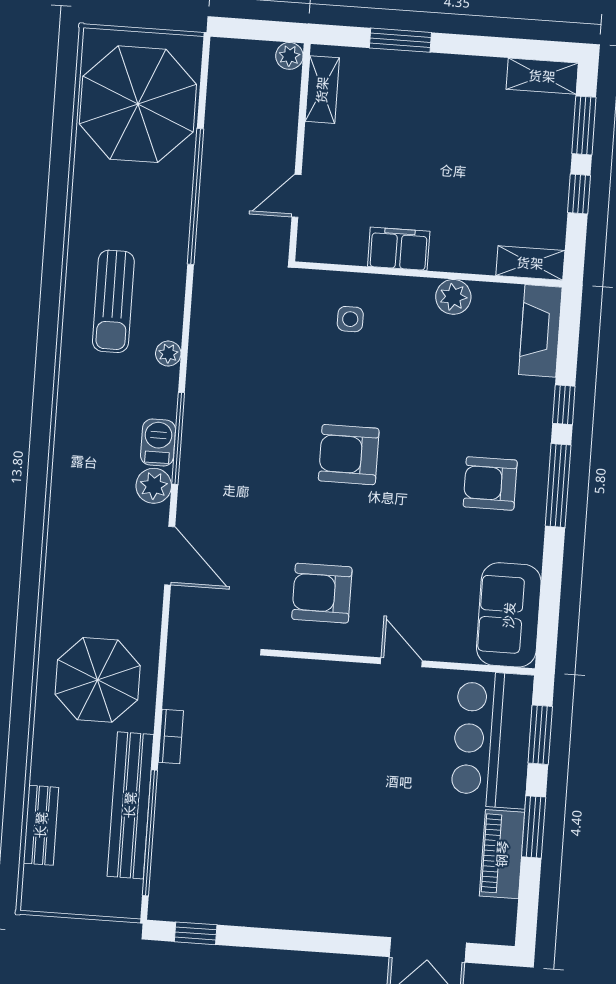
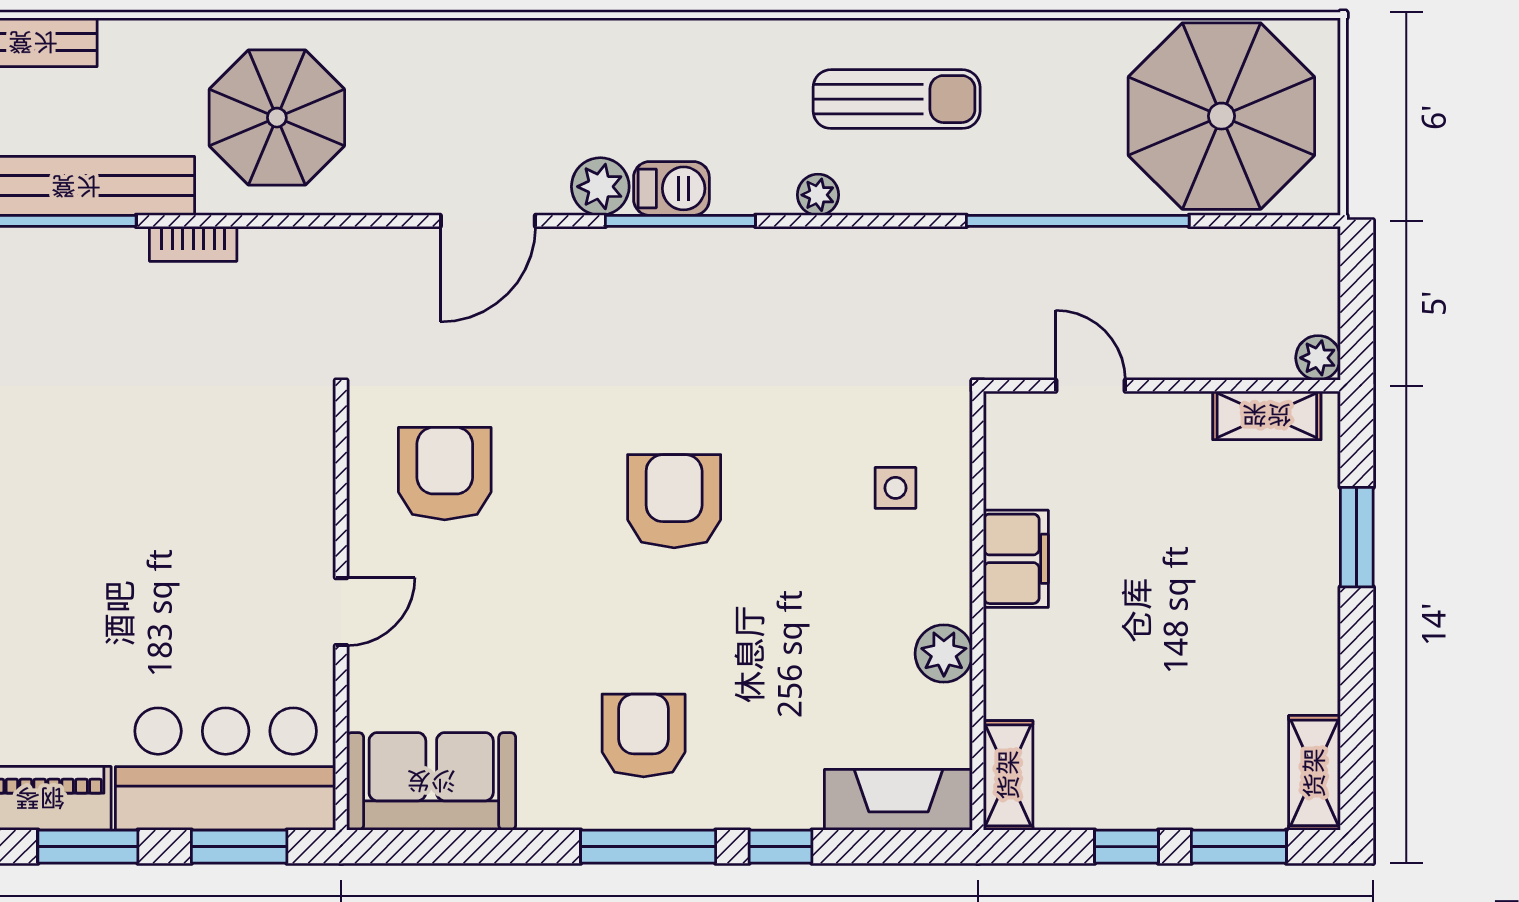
sun lounger: (113, 301) -> (897, 99), turned 180

